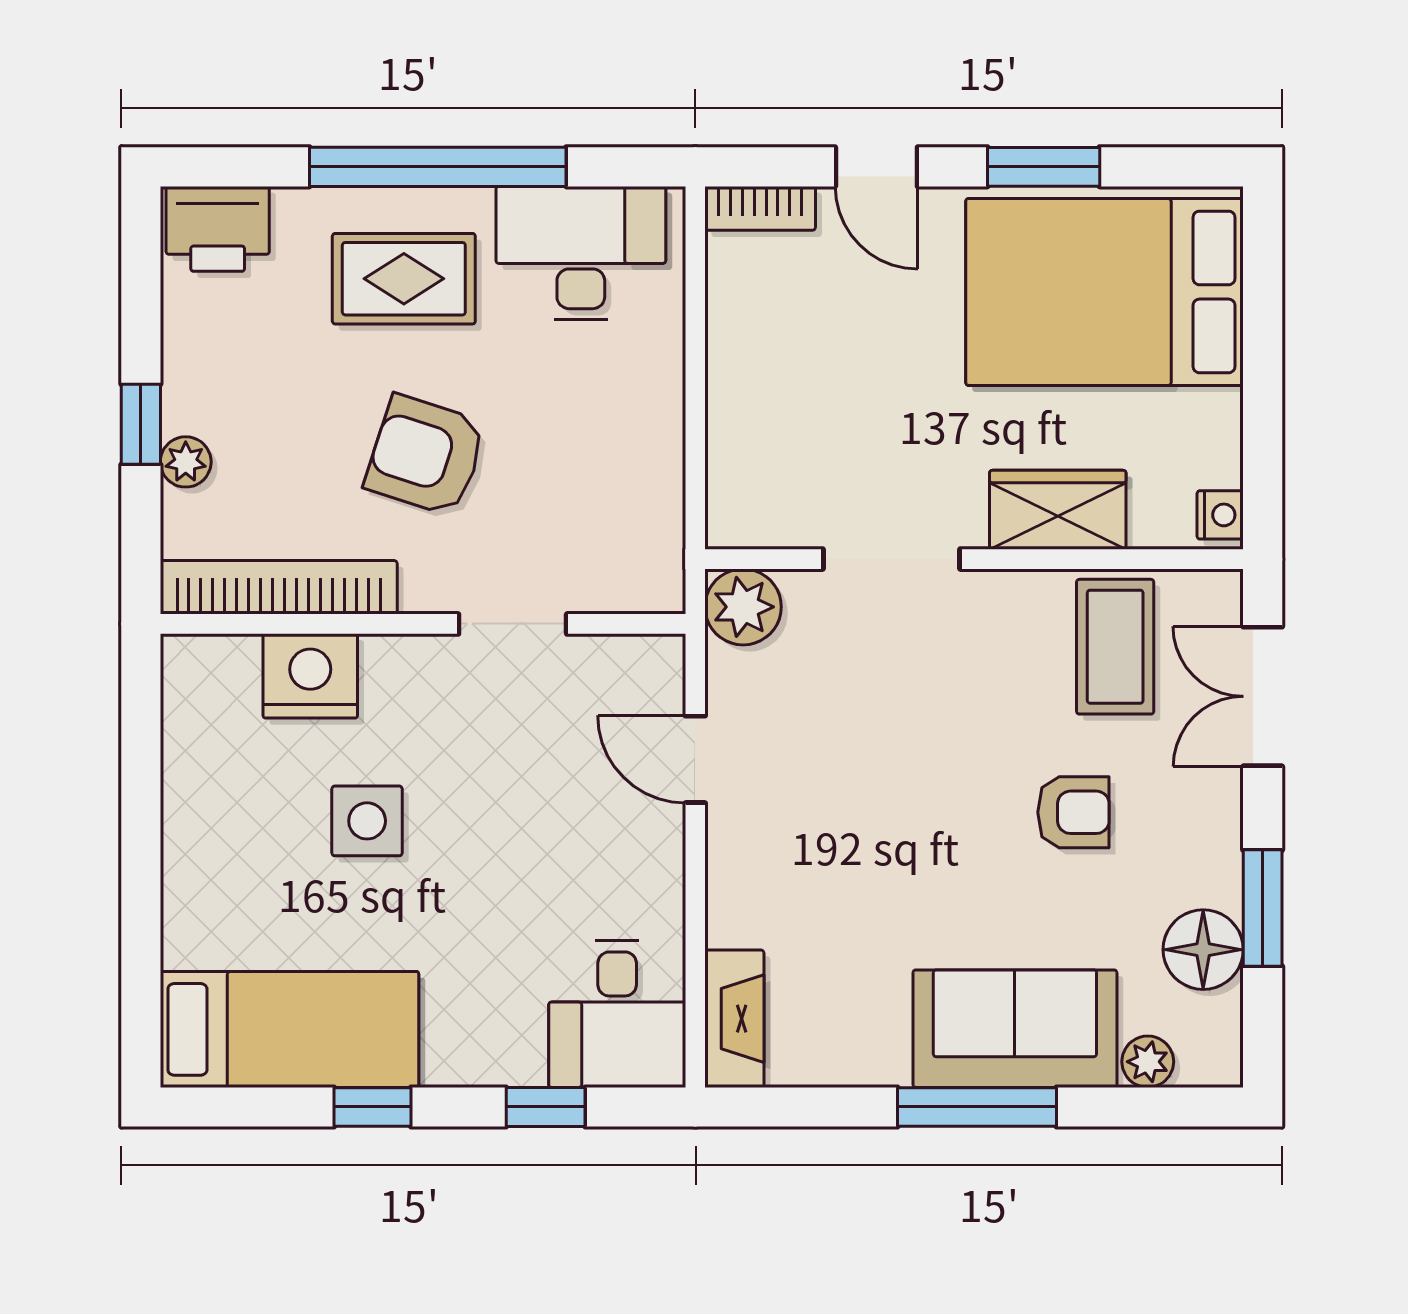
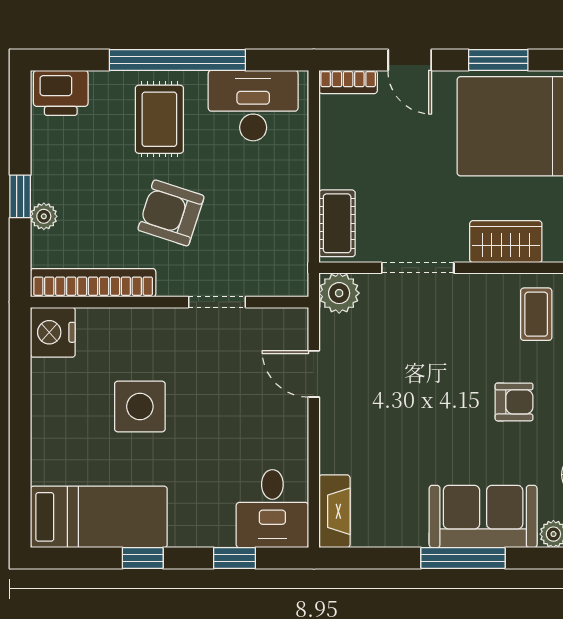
rug: (404, 279) -> (159, 119), turned 90
cot: (739, 475) -> (337, 223), added
coffee table: (1115, 647) -> (536, 314), width x0.73, depth x0.77
nightstand: (310, 676) -> (53, 332), moved, turned -90
side table: (367, 821) -> (140, 407), width x1.37, depth x1.37

